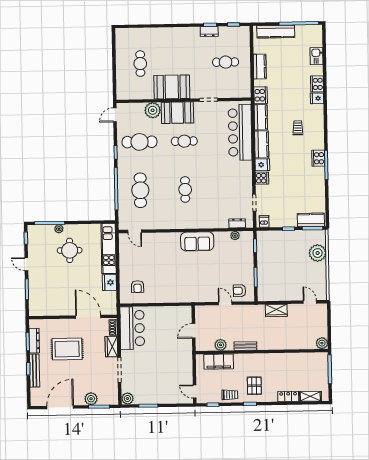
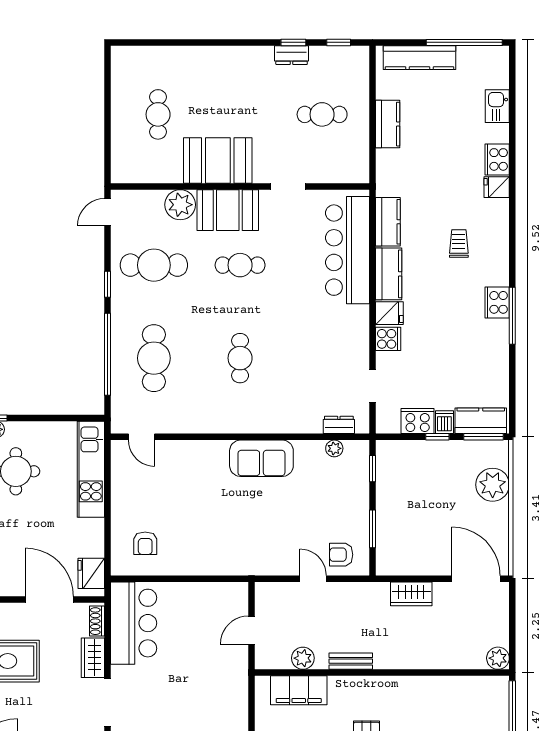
cooker: (261, 95) -> (418, 421), moved, turned -90
dishwasher: (264, 221) -> (444, 422), moved
fridge: (109, 282) -> (91, 573), moved
door: (310, 302) -> (476, 579), width x1.88

